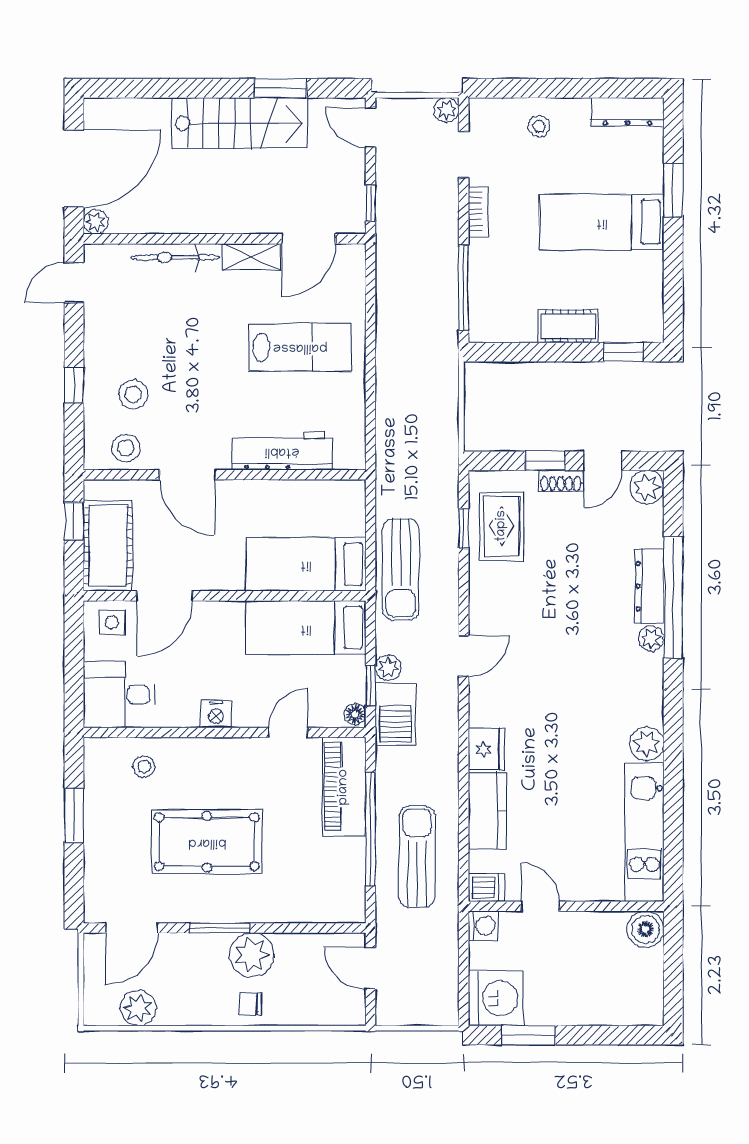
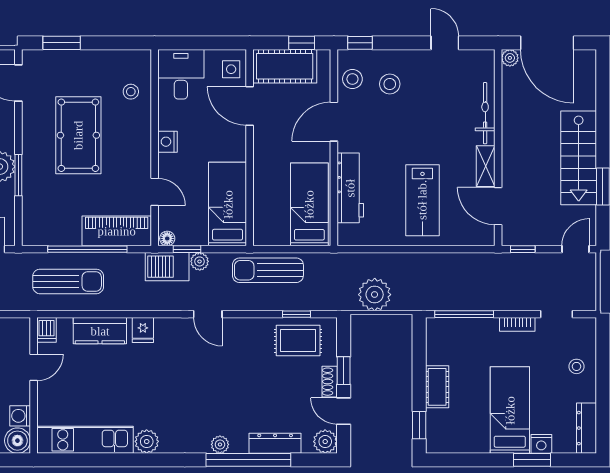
plant: (447, 110) -> (375, 295), moved, width x1.88, depth x1.88
nightstand: (650, 177) -> (541, 444), added
door: (74, 283) -> (445, 43), moved
window: (74, 385) -> (360, 43), moved
bed: (306, 564) -> (309, 204), moved
dresser: (649, 586) -> (275, 443), moved
fridge: (486, 749) -> (143, 330), width x0.72
window: (74, 815) -> (62, 43), moved
washing machine: (483, 926) -> (20, 416), moved, turned 90
window: (220, 928) -> (18, 175), moved

